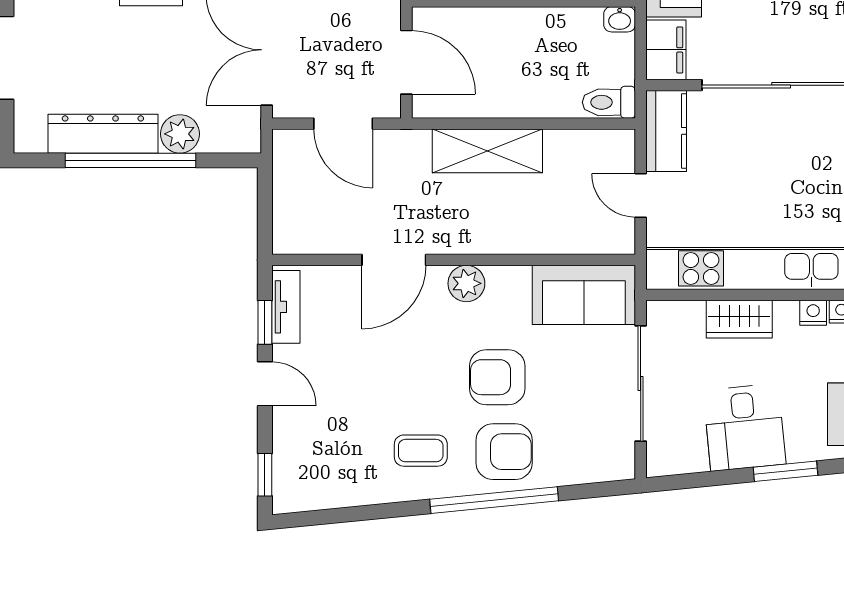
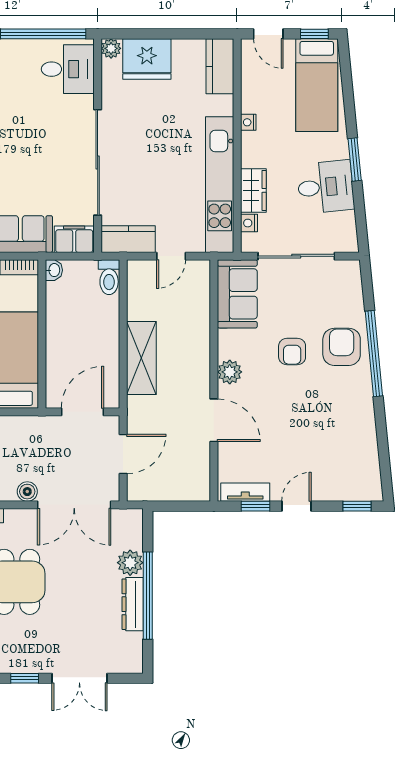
dresser: (103, 134) -> (133, 604), width x0.73, depth x0.80
nightstand: (813, 313) -> (249, 223), moved
armchair: (497, 377) -> (292, 351), width x0.72, depth x0.72
coffee table: (421, 451) -> (341, 402), removed

